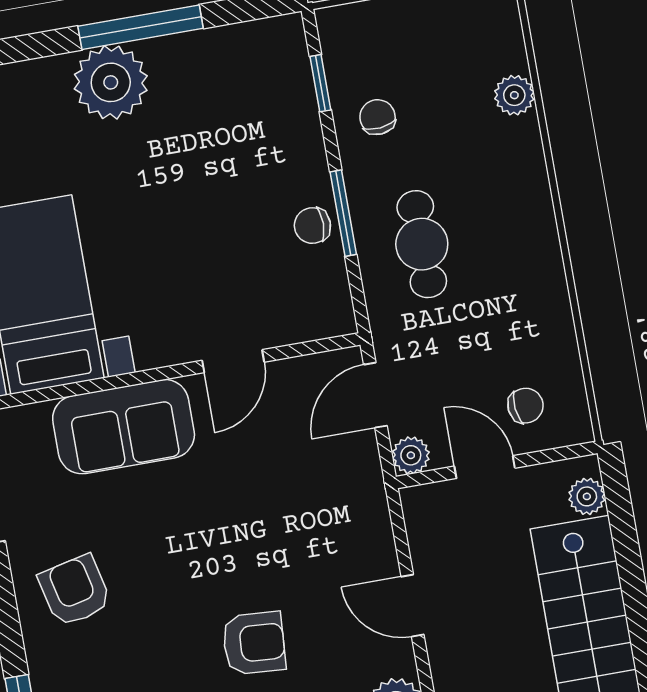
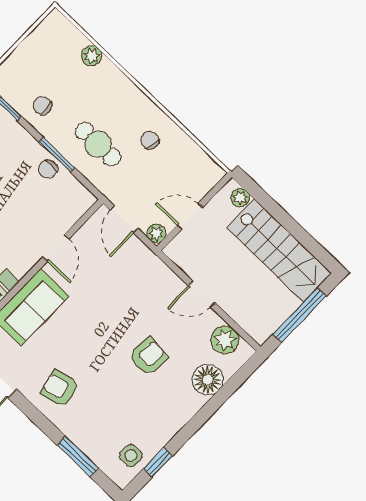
chair: (525, 406) -> (150, 140), moved, turned -70

